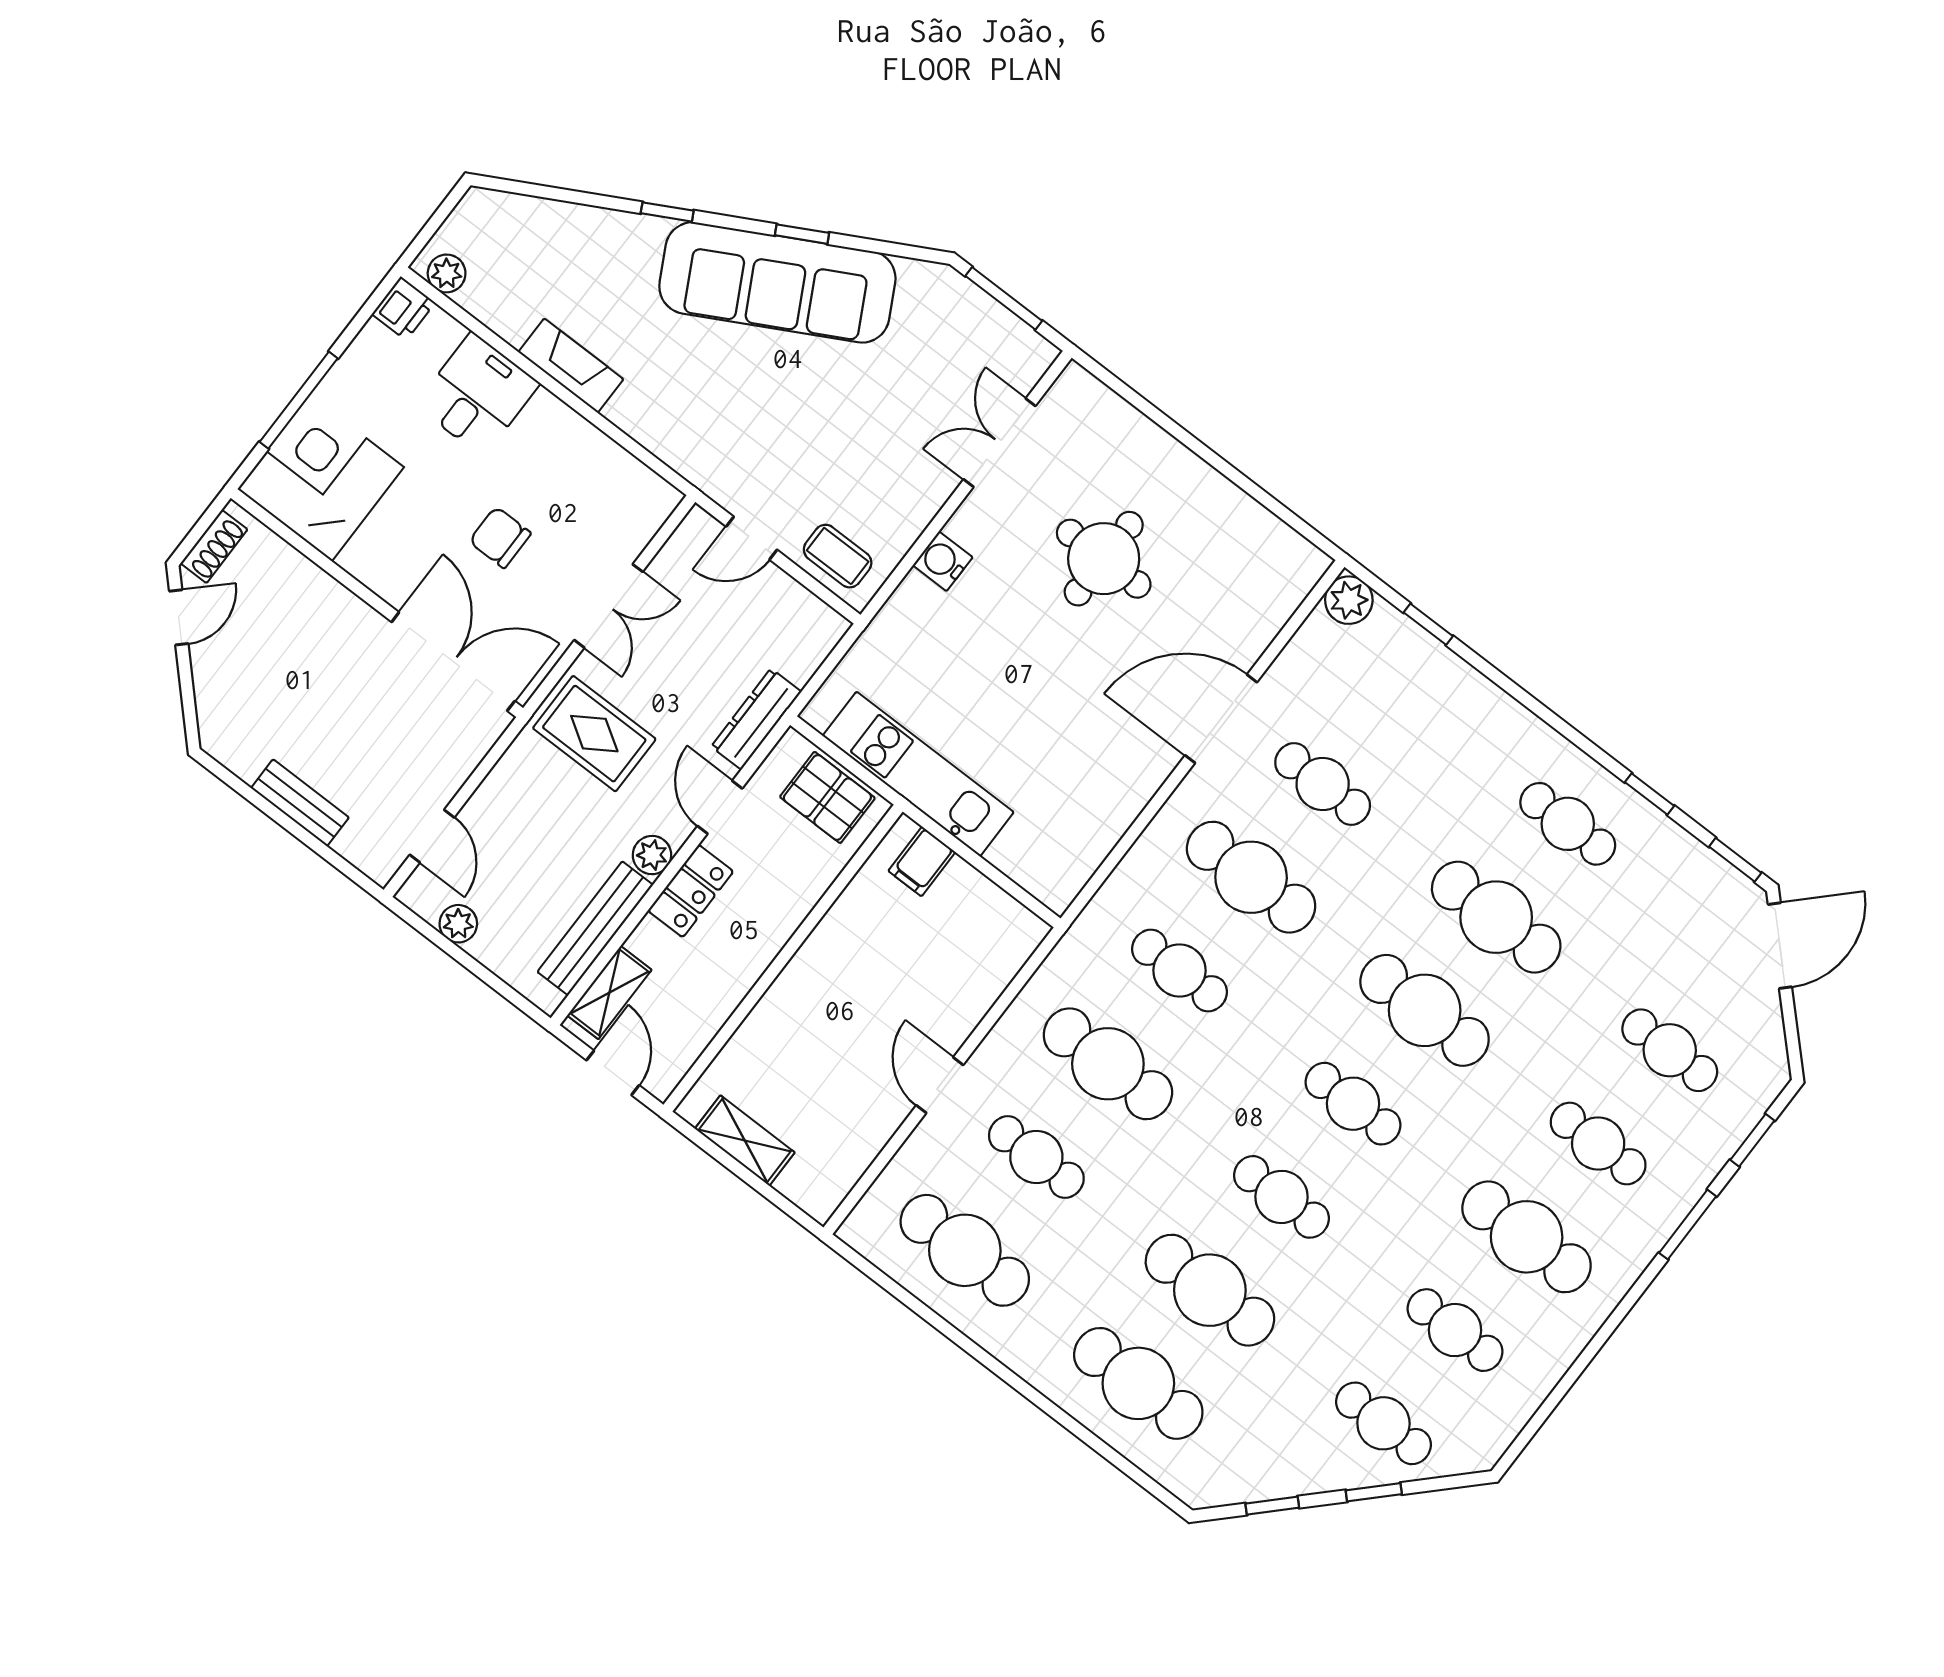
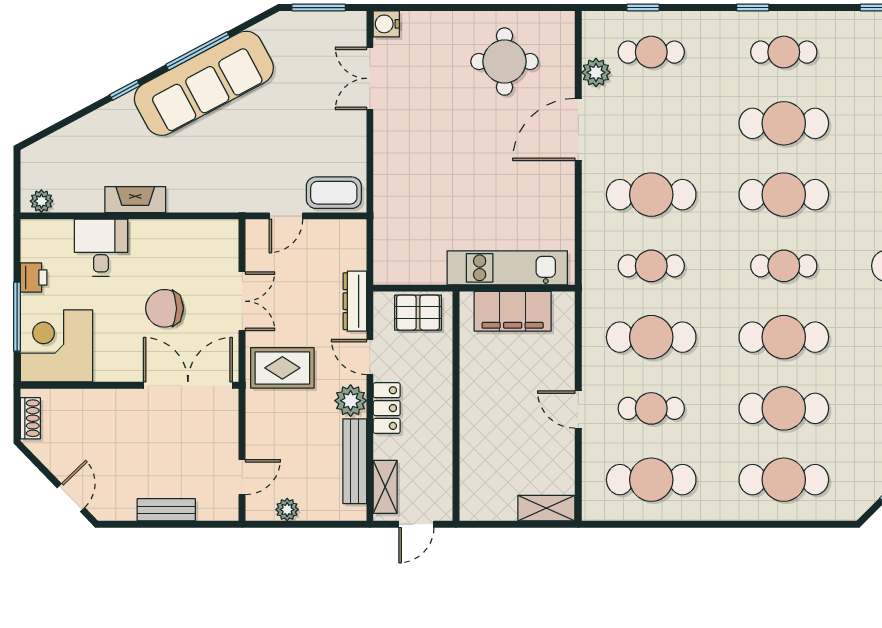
window: (802, 234) -> (198, 51), width x2.17
printer: (404, 308) -> (34, 278), moved
chair: (500, 537) -> (165, 308), width x1.37, depth x1.37
coffee table: (838, 556) -> (334, 193), width x1.36, depth x1.30
round table: (1104, 559) -> (505, 62), moved
water cooler: (943, 561) -> (386, 24), moved
plant: (1349, 600) -> (596, 72), moved
door: (179, 617) -> (71, 498), moved
kitchen unit: (918, 774) -> (507, 268), moved
cafe table: (1323, 784) -> (651, 52), moved
window: (1650, 794) -> (753, 8), moved
door: (432, 836) -> (242, 477), hinge flipped
plant: (652, 855) -> (351, 401), width x1.38, depth x1.38
filing cabinet: (922, 861) -> (513, 311), width x3.00, depth x1.17
door: (613, 1073) -> (416, 524), swing flipped
shelving: (745, 1141) -> (546, 508), moved
cafe table: (1281, 1197) -> (784, 337), width x1.37, depth x1.35

